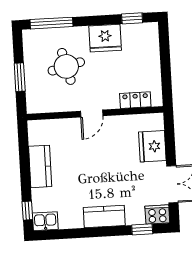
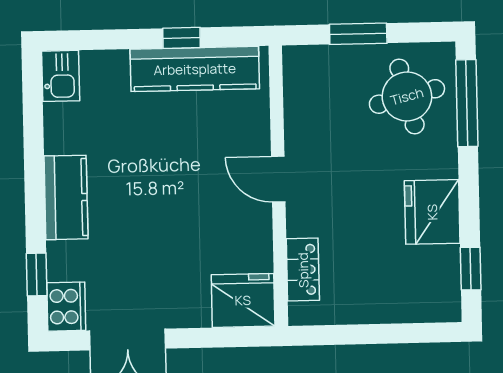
round table: (66, 66) -> (407, 96), moved
fridge: (152, 146) -> (243, 300), moved
kitchen counter: (40, 166) -> (195, 69), width x1.50
window: (27, 211) -> (181, 38), moved

